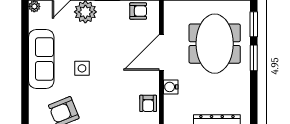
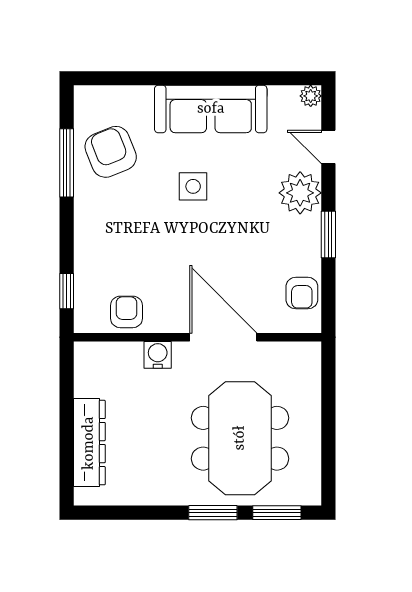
meeting table: (215, 44) -> (240, 438), turned 90
armchair: (148, 103) -> (126, 312), turned 90

